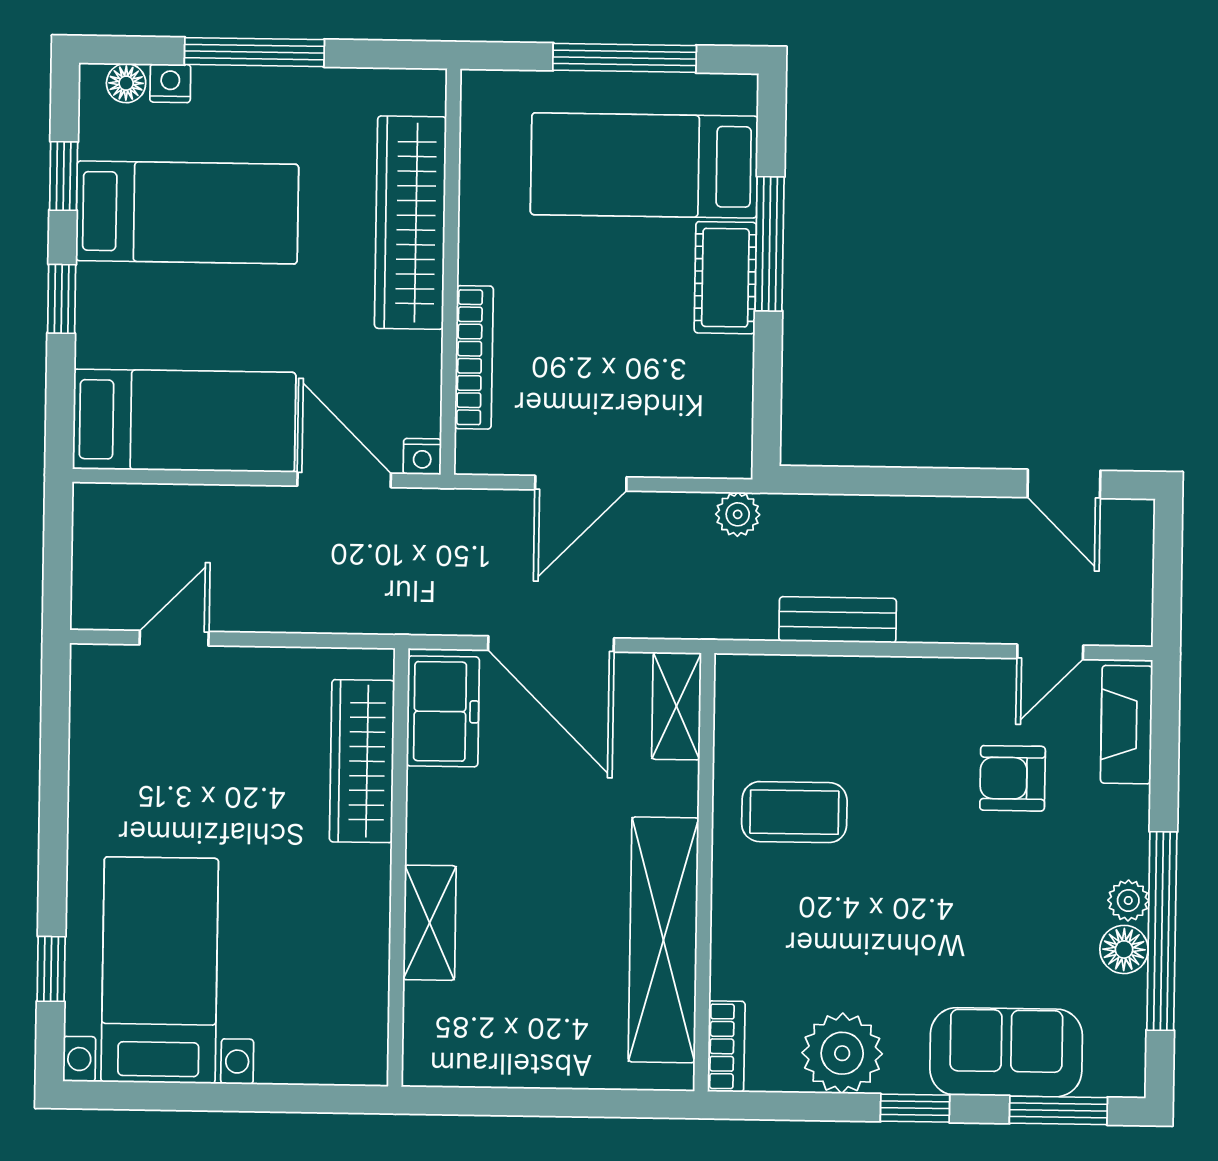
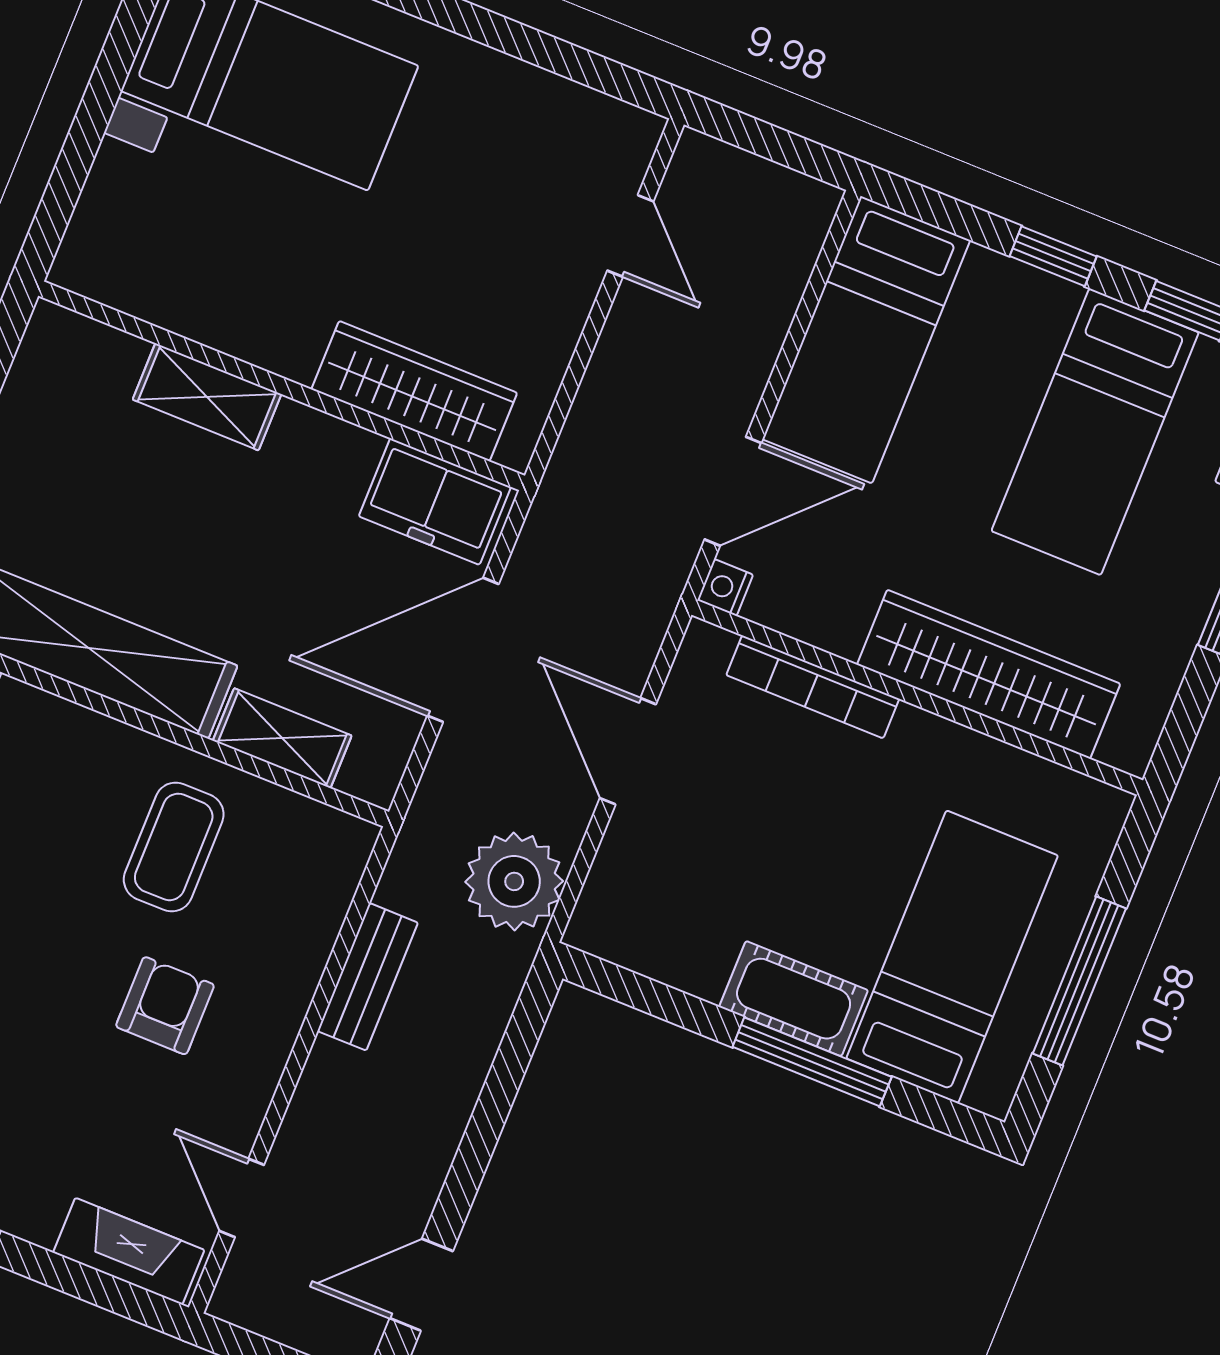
plant: (738, 514) -> (514, 881), width x1.88, depth x1.88
shelving: (676, 706) -> (282, 738), moved
armchair: (1013, 778) -> (165, 1006), moved

